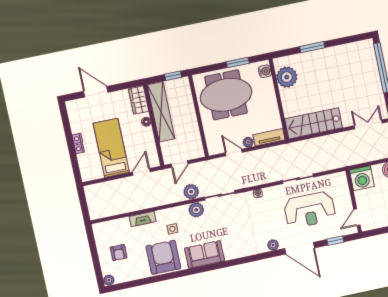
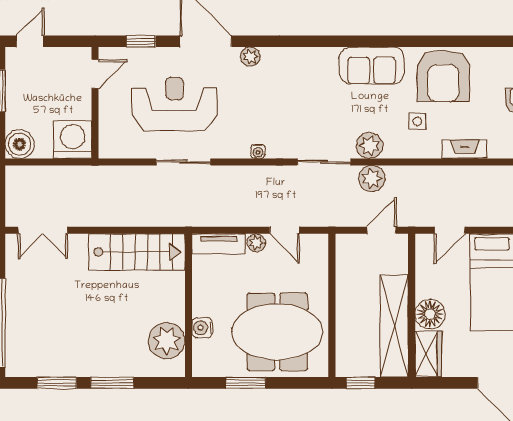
window: (343, 41) -> (57, 383), added
water cooler: (265, 71) -> (202, 328), moved
floor lamp: (146, 122) -> (430, 314), width x1.89, depth x1.89

